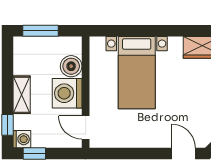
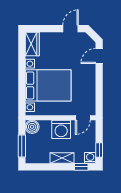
boiler: (71, 66) -> (32, 127), moved
bed with nightstands: (137, 73) -> (48, 85), width x1.36

